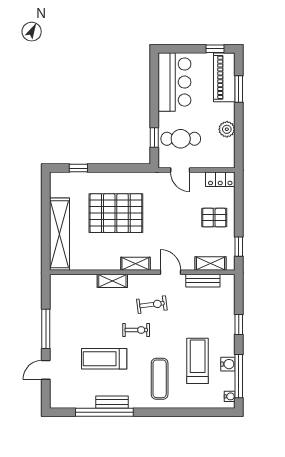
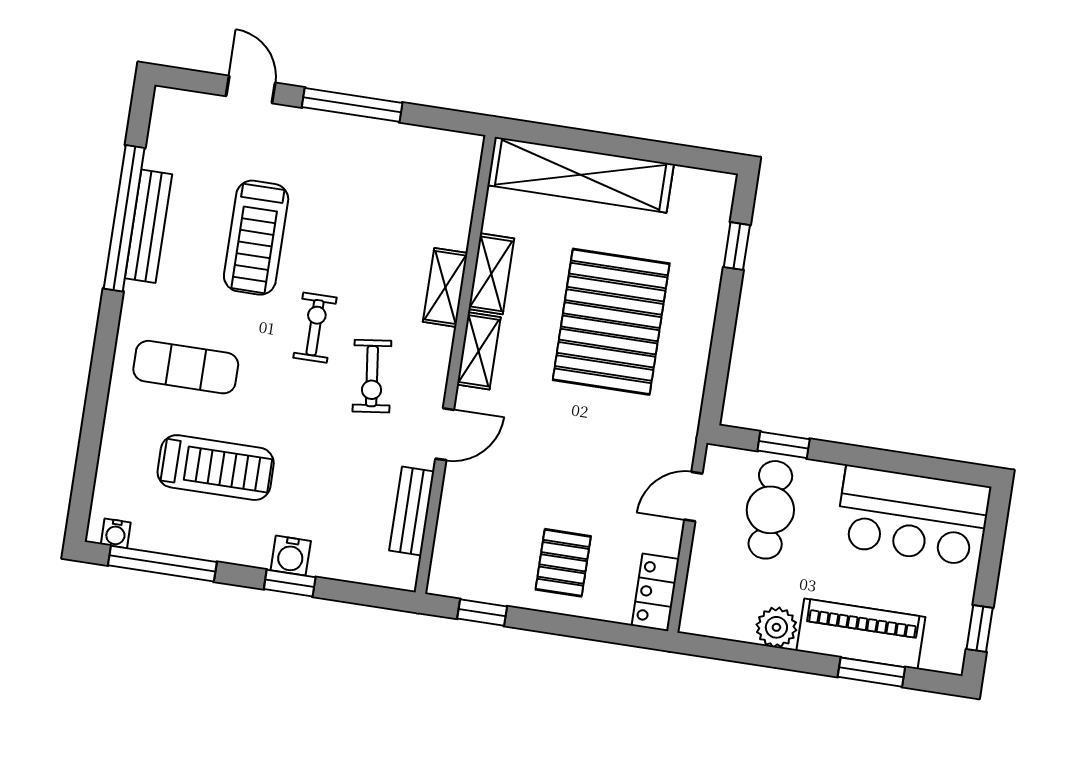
piano: (224, 77) -> (861, 634), moved
shelving: (210, 263) -> (491, 274), moved
exercise bike: (136, 330) -> (315, 328), turned 180
treadmill: (104, 359) -> (256, 238), turned 180
water cooler: (228, 364) -> (291, 556), moved
bench: (112, 402) -> (148, 226), width x1.36

